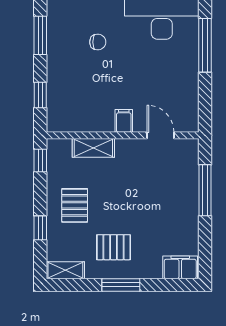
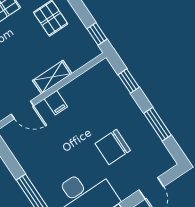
chair: (98, 42) -> (113, 147), width x1.87, depth x1.87
shelving: (93, 148) -> (52, 77), moved

